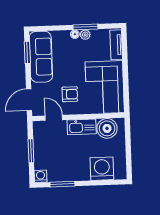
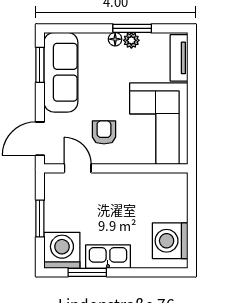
armchair: (70, 94) -> (104, 132), turned -90
kitchen sink: (82, 127) -> (108, 257), moved, turned 180
boiler: (107, 128) -> (160, 188), removed
washing machine: (102, 169) -> (170, 241), moved, turned -90
washing machine: (41, 176) -> (62, 250), width x1.89, depth x1.89

